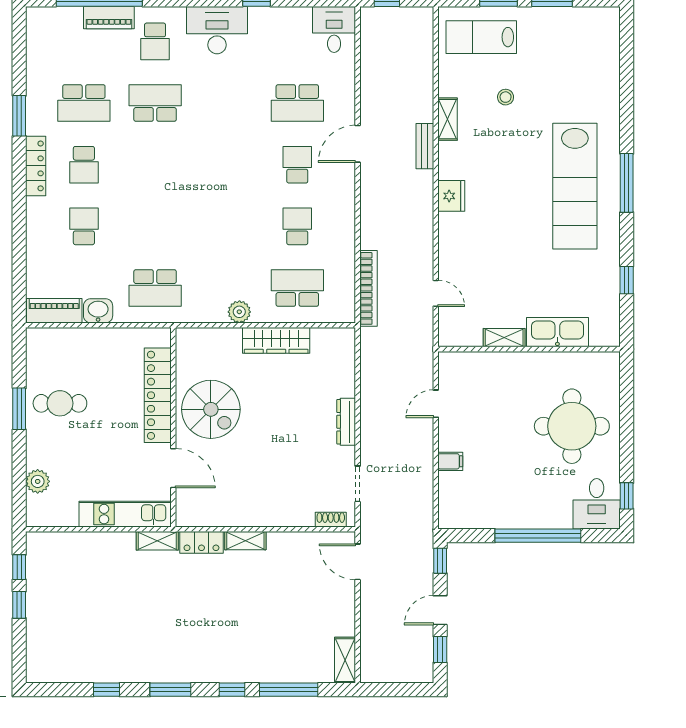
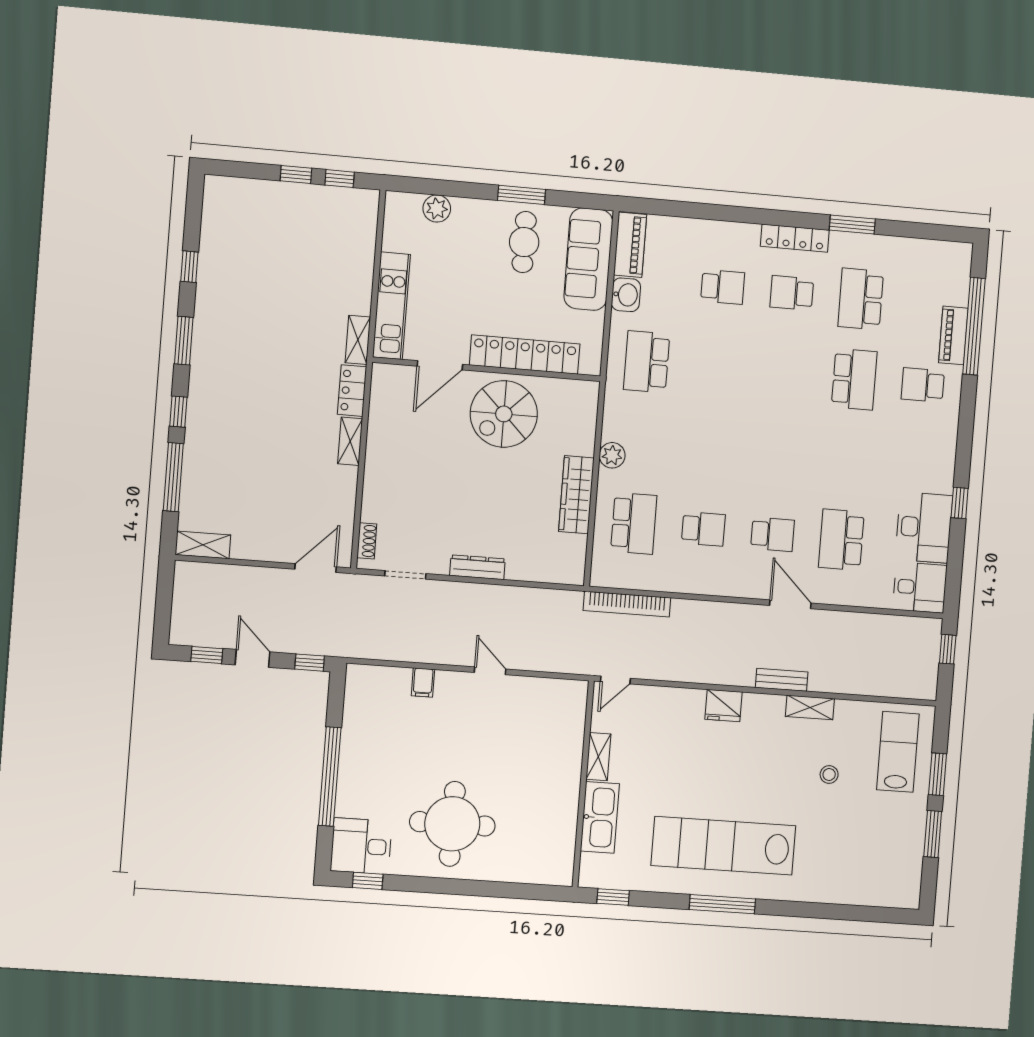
desk: (217, 30) -> (924, 527), moved
kitchen sink: (557, 332) -> (600, 817), moved
shelving: (504, 338) -> (598, 757), moved
sofa: (70, 346) -> (588, 259), added
wall: (529, 349) -> (583, 784), moved

